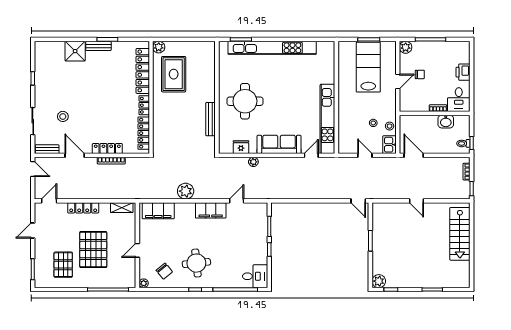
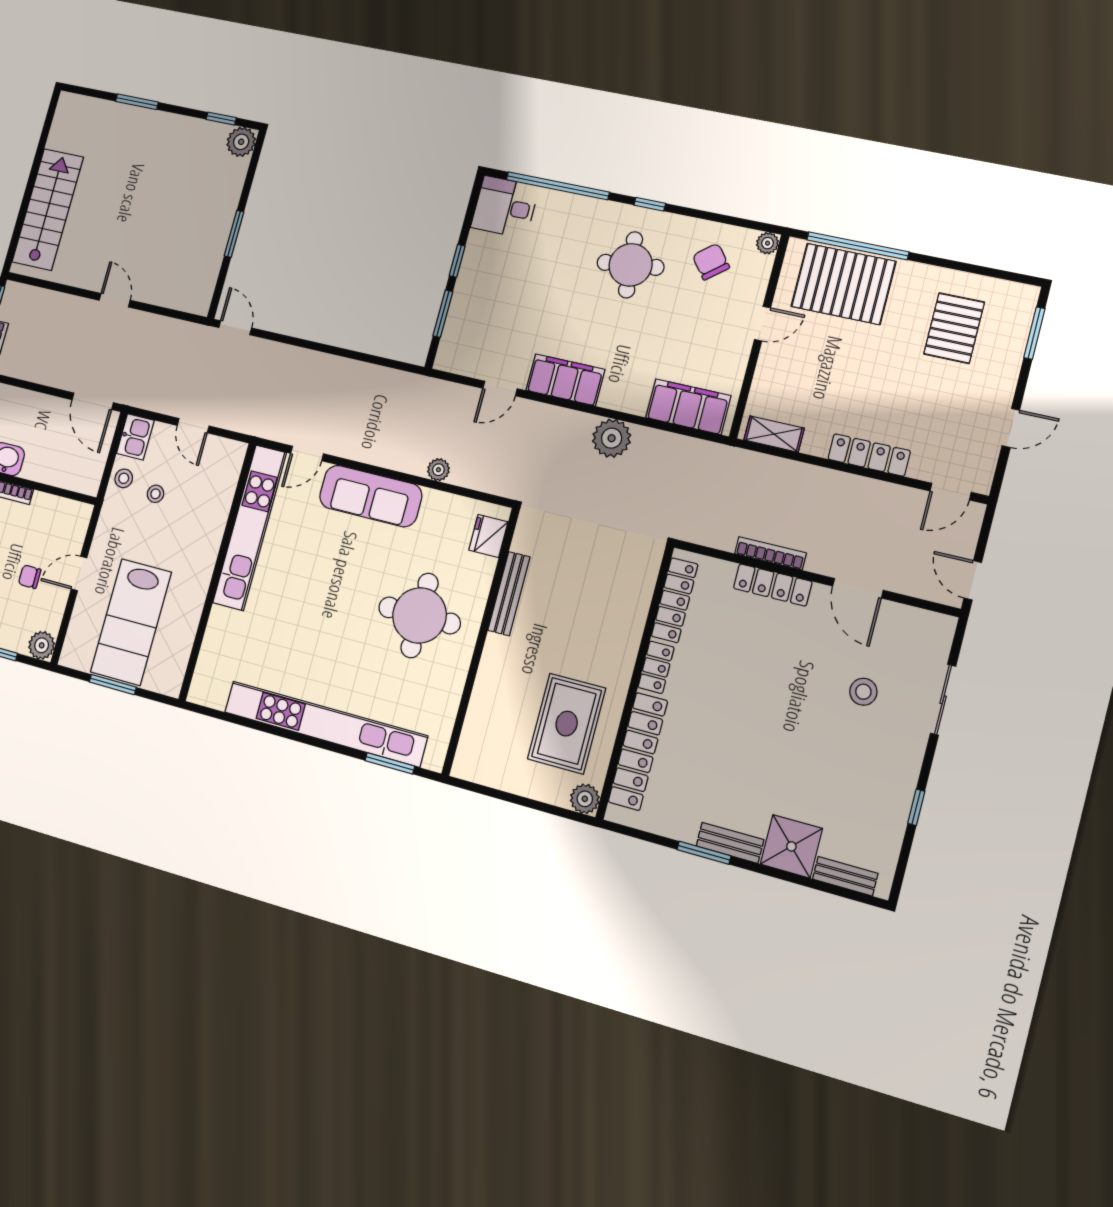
fridge: (241, 147) -> (488, 536), moved, turned 90
bench: (47, 149) -> (845, 876), moved
pallet: (93, 250) -> (843, 284), moved, turned 90

